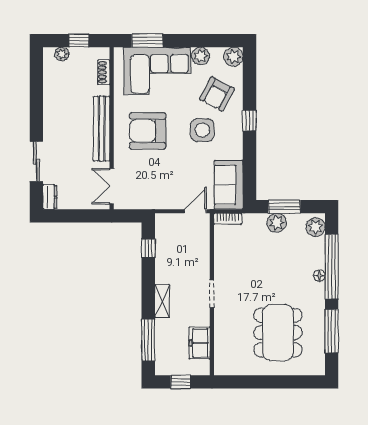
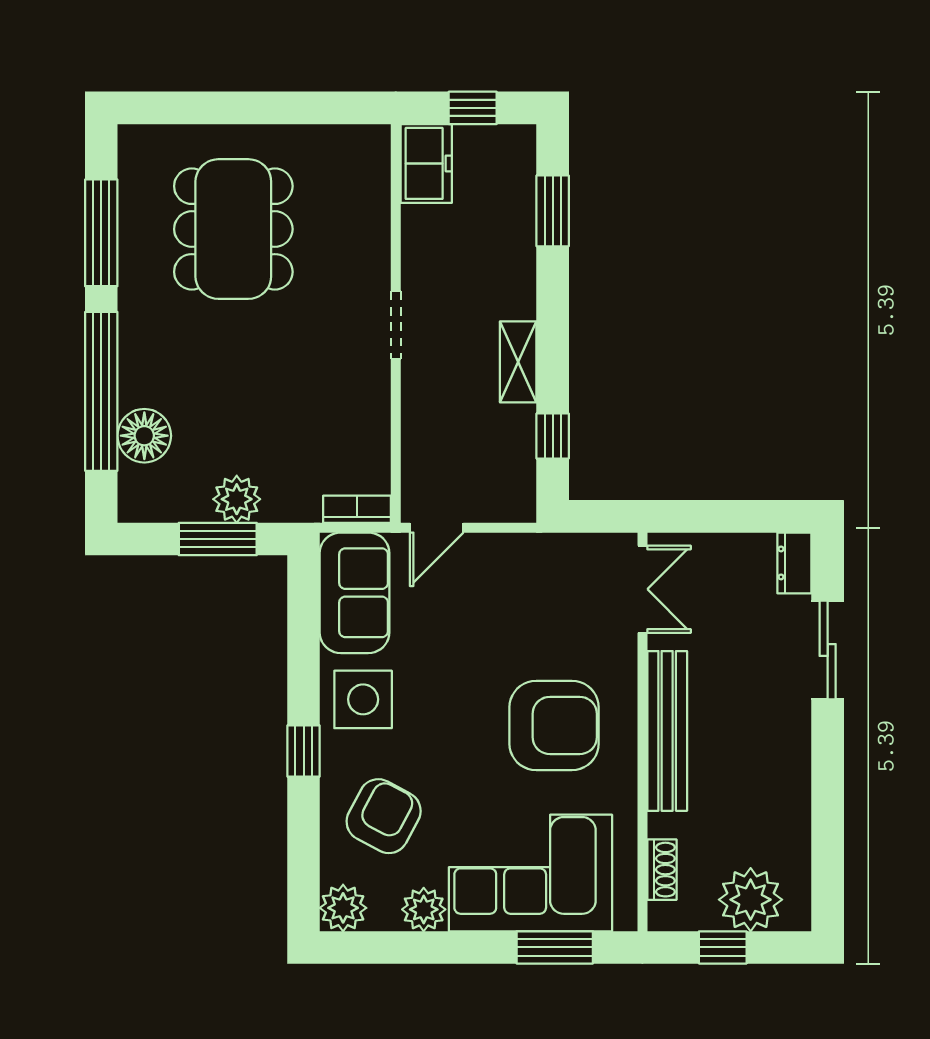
plant: (62, 54) -> (751, 900), width x1.87, depth x1.87
side table: (202, 130) -> (363, 699), moved
plant: (316, 227) -> (141, 489), removed
floor lamp: (319, 275) -> (144, 436), moved, width x1.89, depth x1.89
shelving: (162, 301) -> (518, 362), moved
window: (148, 340) -> (553, 211), width x0.69
freezer: (200, 343) -> (426, 163), moved

